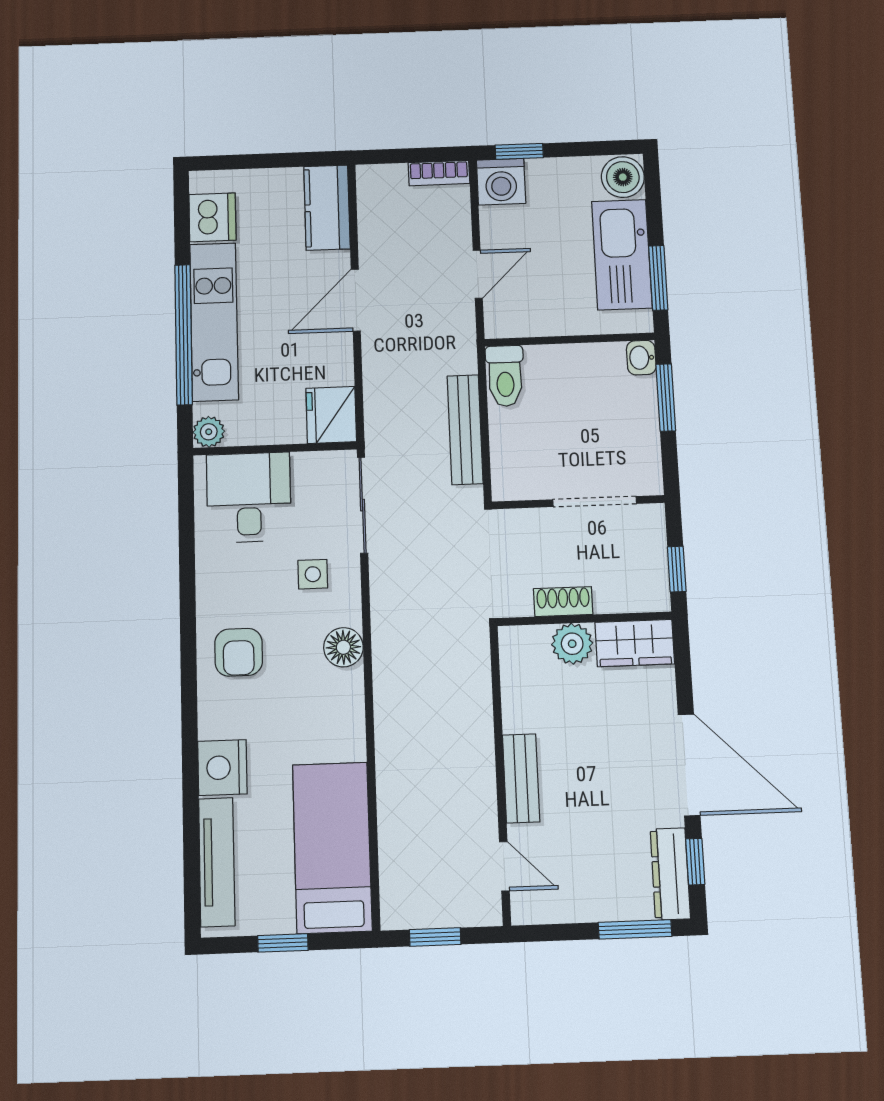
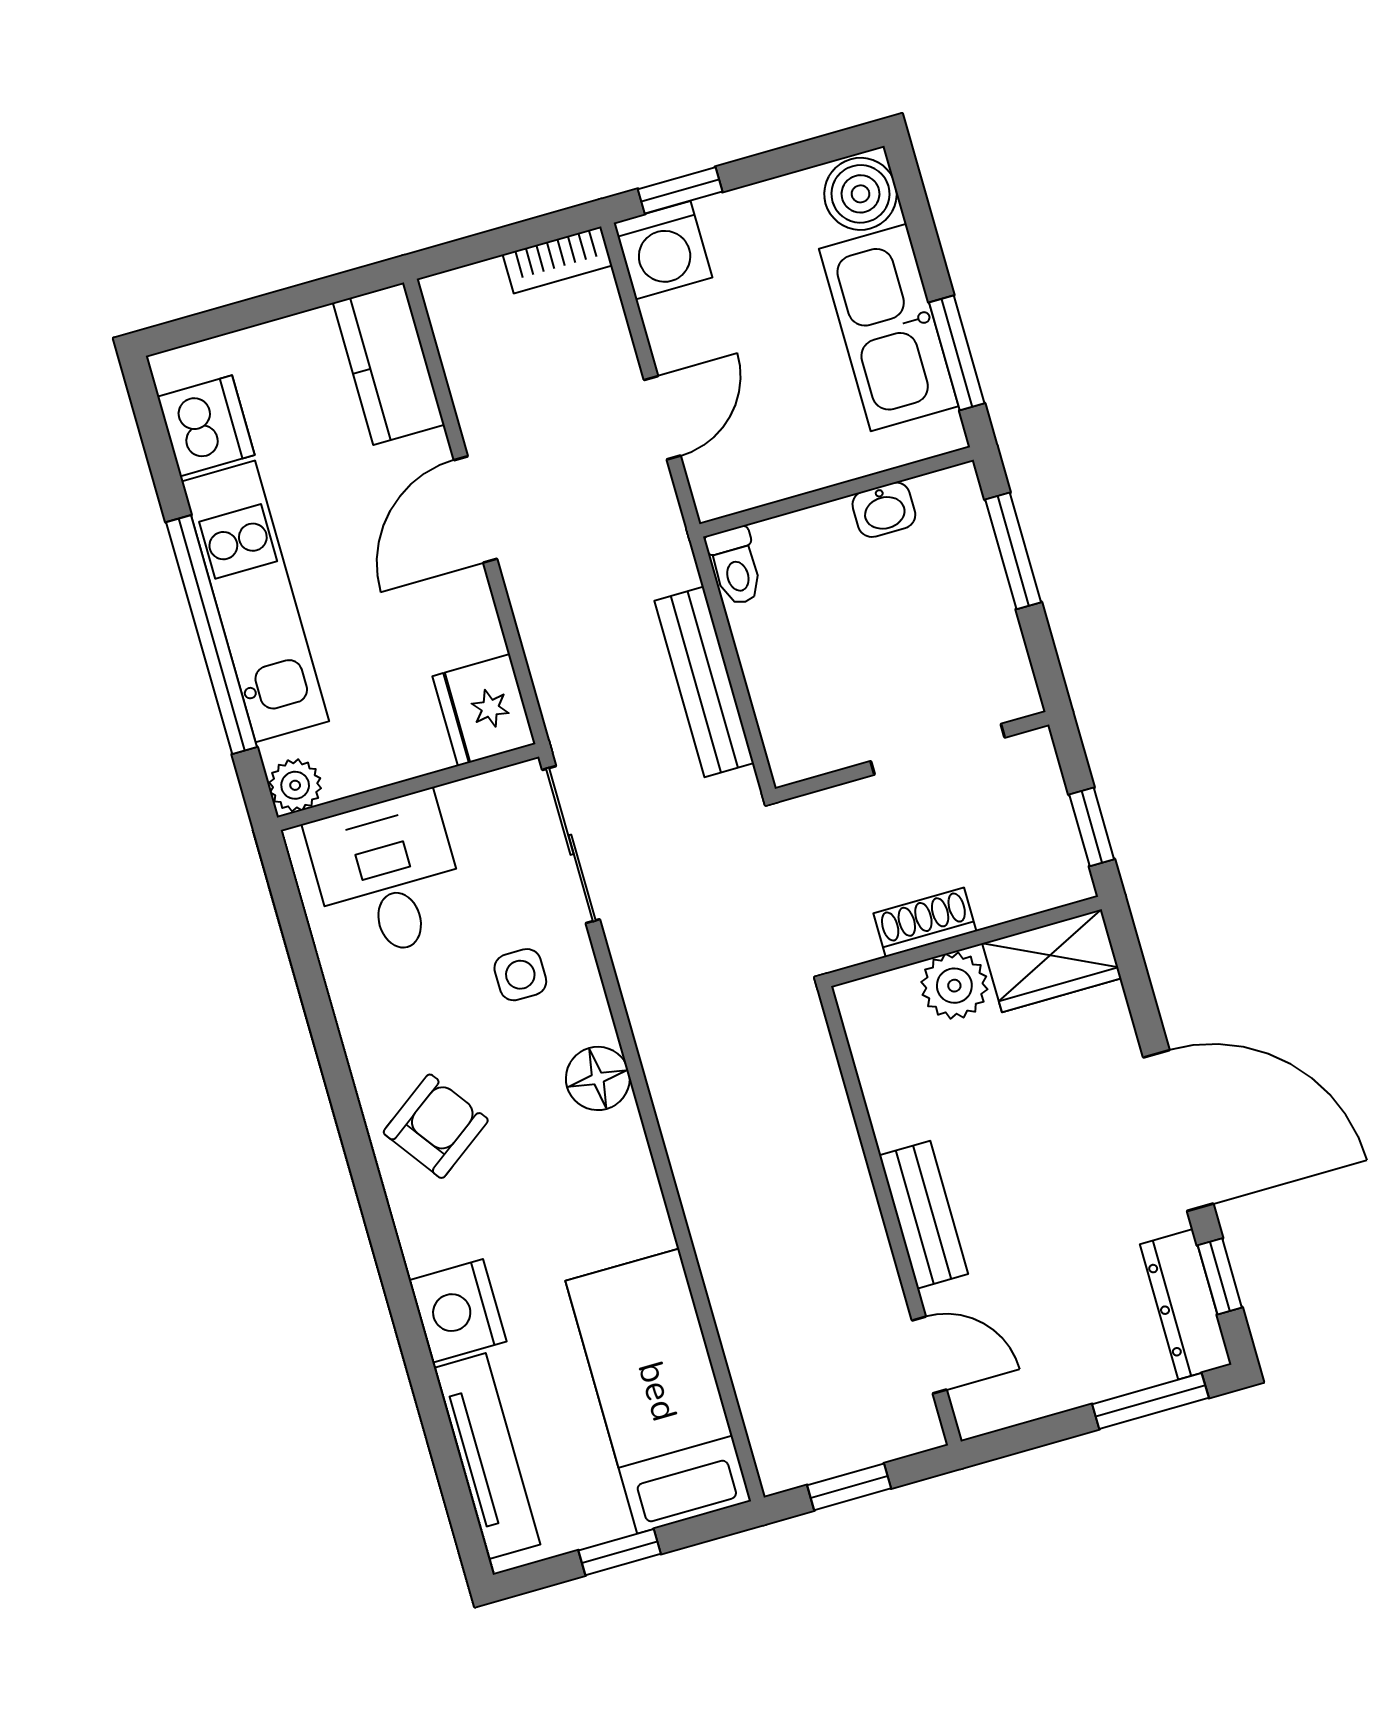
washbasin: (641, 358) -> (884, 510), moved, turned -90
toilet: (505, 376) -> (735, 566), width x0.73, depth x0.72
armchair: (239, 652) -> (436, 1126), turned -126

